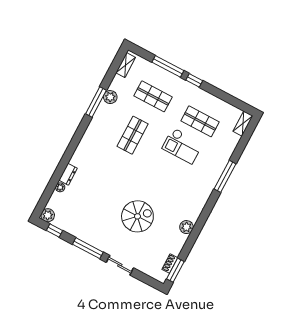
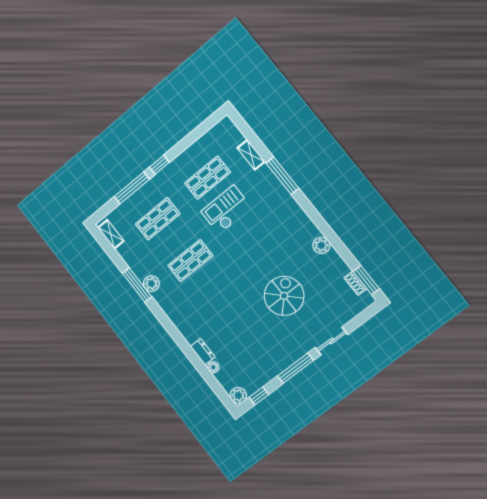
plant: (110, 97) -> (151, 284), moved
shelving: (243, 124) -> (251, 155), moved
shop shelf: (133, 135) -> (190, 261), turned 90
checkout: (182, 146) -> (226, 210), turned 180

